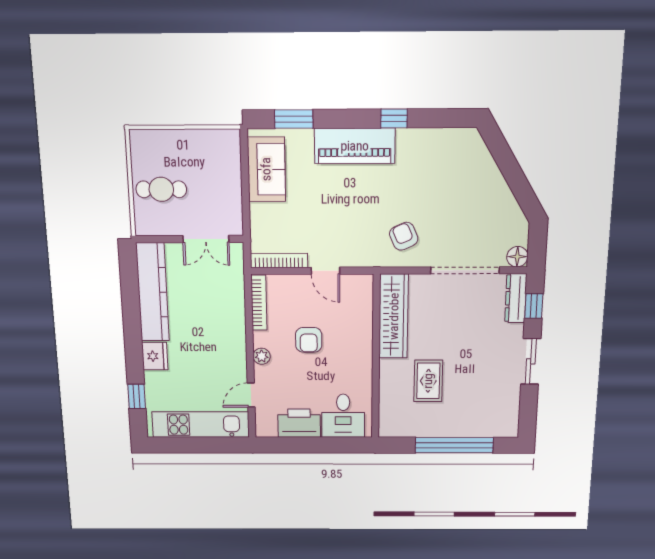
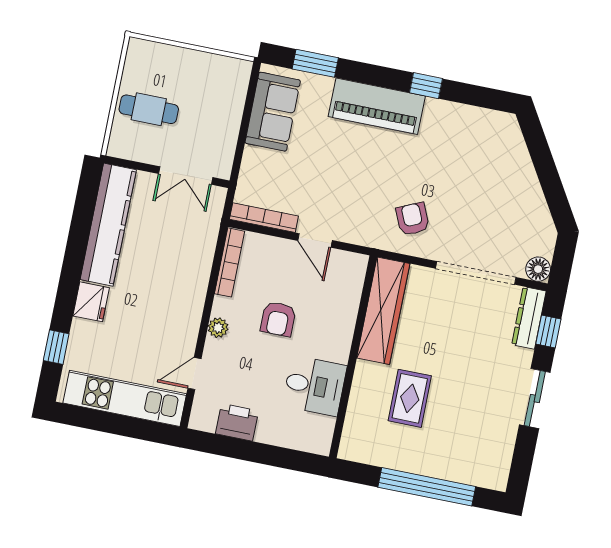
desk: (343, 416) -> (315, 386), moved, turned -90
printer: (299, 423) -> (237, 422), width x0.73, depth x0.84

